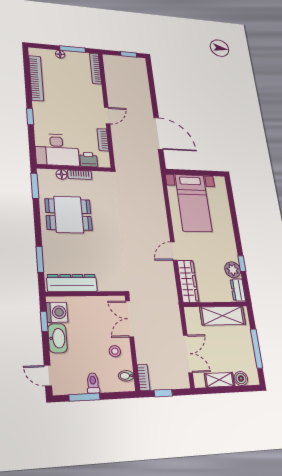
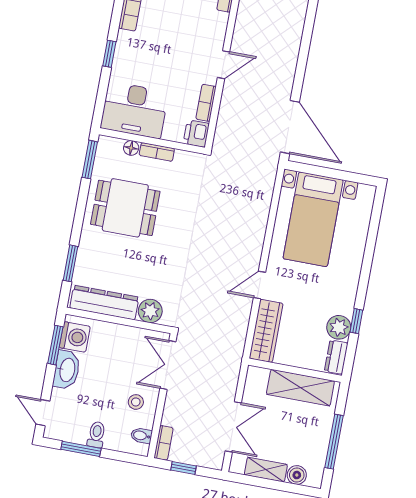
door: (158, 133) -> (290, 127), moved
printer: (89, 160) -> (196, 133), moved, turned -90
plant: (106, 283) -> (150, 311), added
window: (44, 321) -> (55, 345), width x1.50

